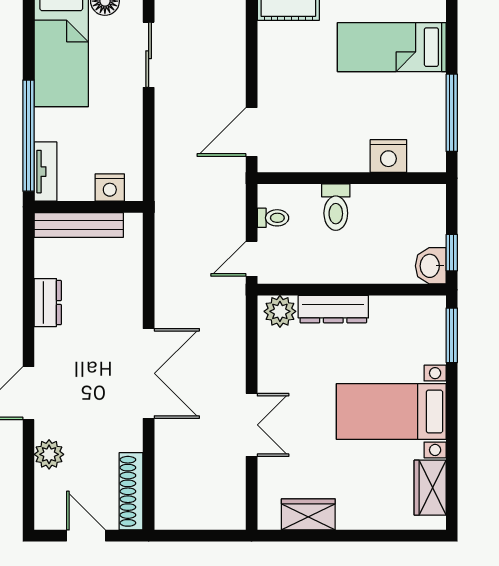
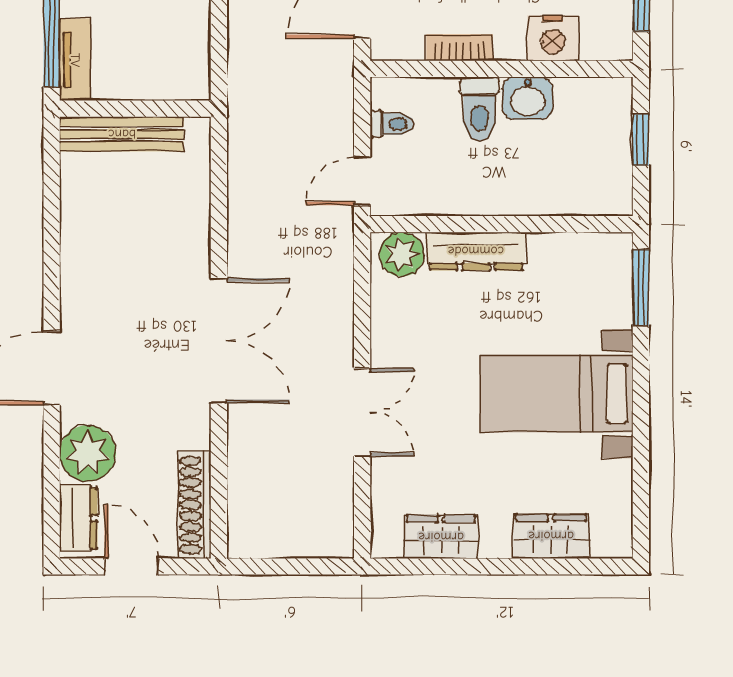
bookcase: (322, 163) -> (460, 48), added
nightstand: (110, 188) -> (165, 82), removed
window: (452, 253) -> (641, 140), moved
washbasin: (431, 266) -> (528, 98), moved, turned -90
dresser: (48, 303) -> (78, 518), moved
plant: (49, 454) -> (88, 453), width x1.36, depth x1.36
wardrobe: (430, 488) -> (551, 536), moved, turned 90

